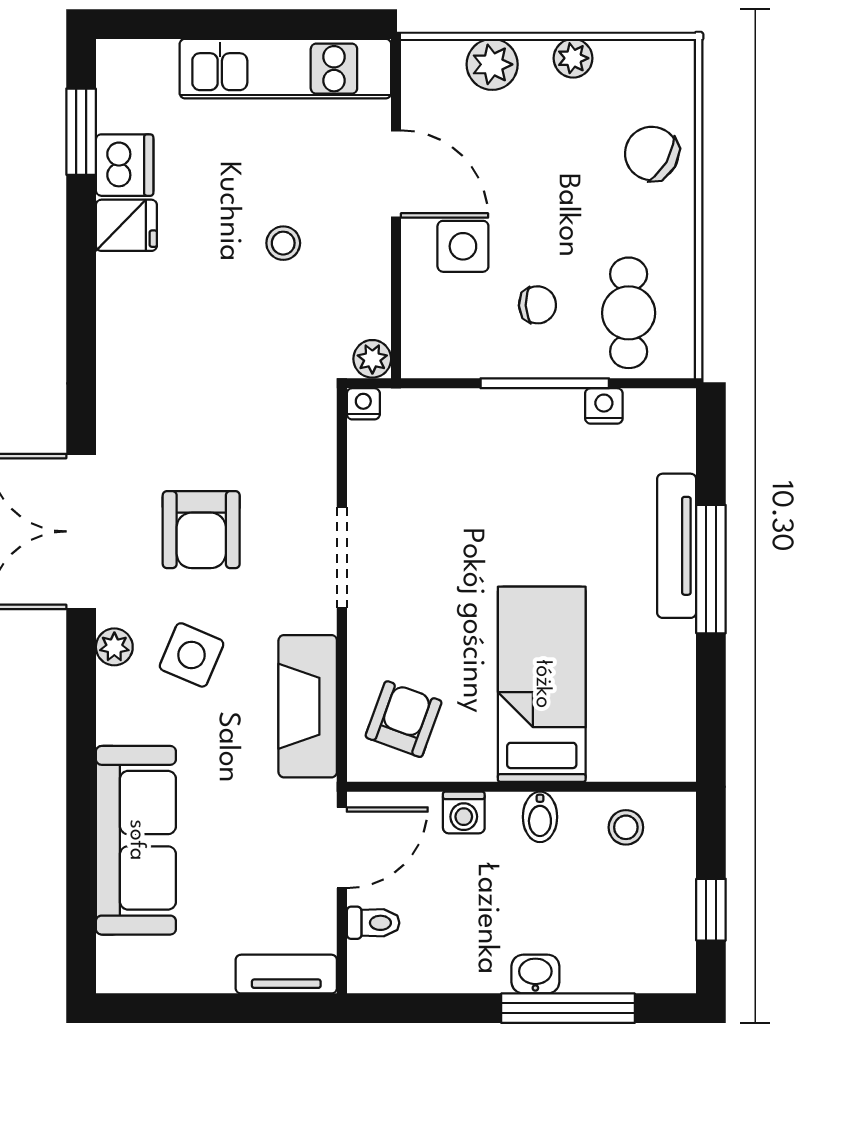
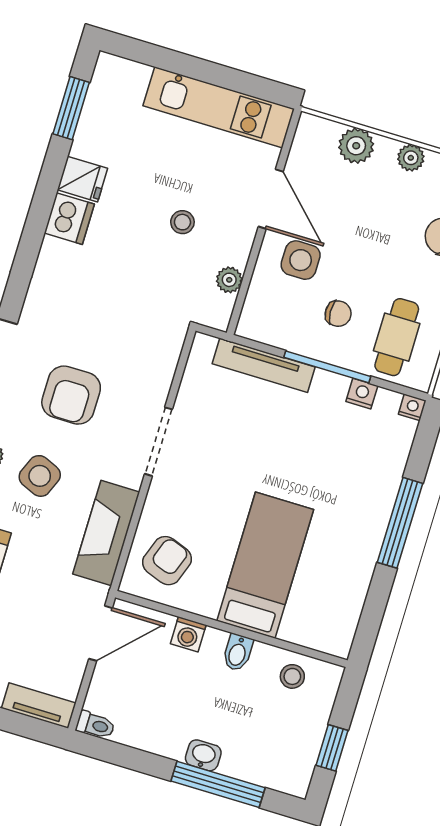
dishwasher: (125, 165) -> (69, 219), moved
plant: (372, 359) -> (229, 280), moved
nightstand: (363, 404) -> (412, 407), moved
tv unit: (677, 546) -> (264, 365), moved, turned -90
toilet: (373, 923) -> (95, 725), moved

